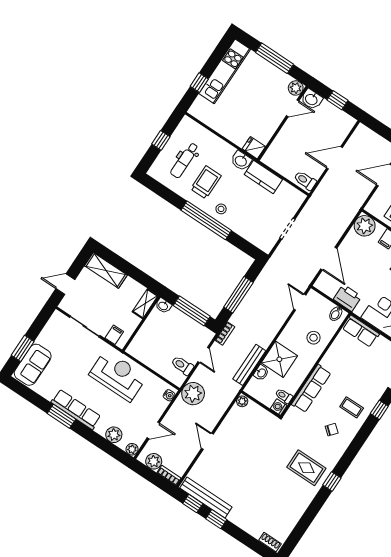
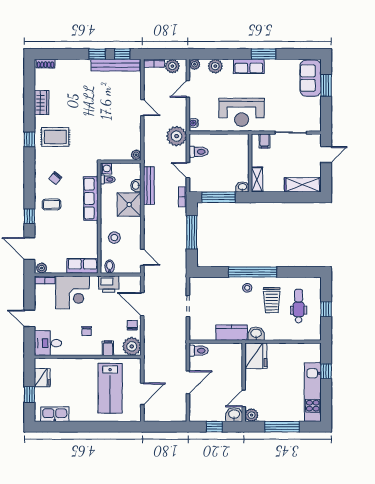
fridge: (254, 148) -> (256, 356), width x1.88, depth x1.34
chair: (351, 245) -> (132, 325), added
row of seats: (76, 409) -> (249, 66), width x0.68
wardrobe: (298, 508) -> (42, 103), added

